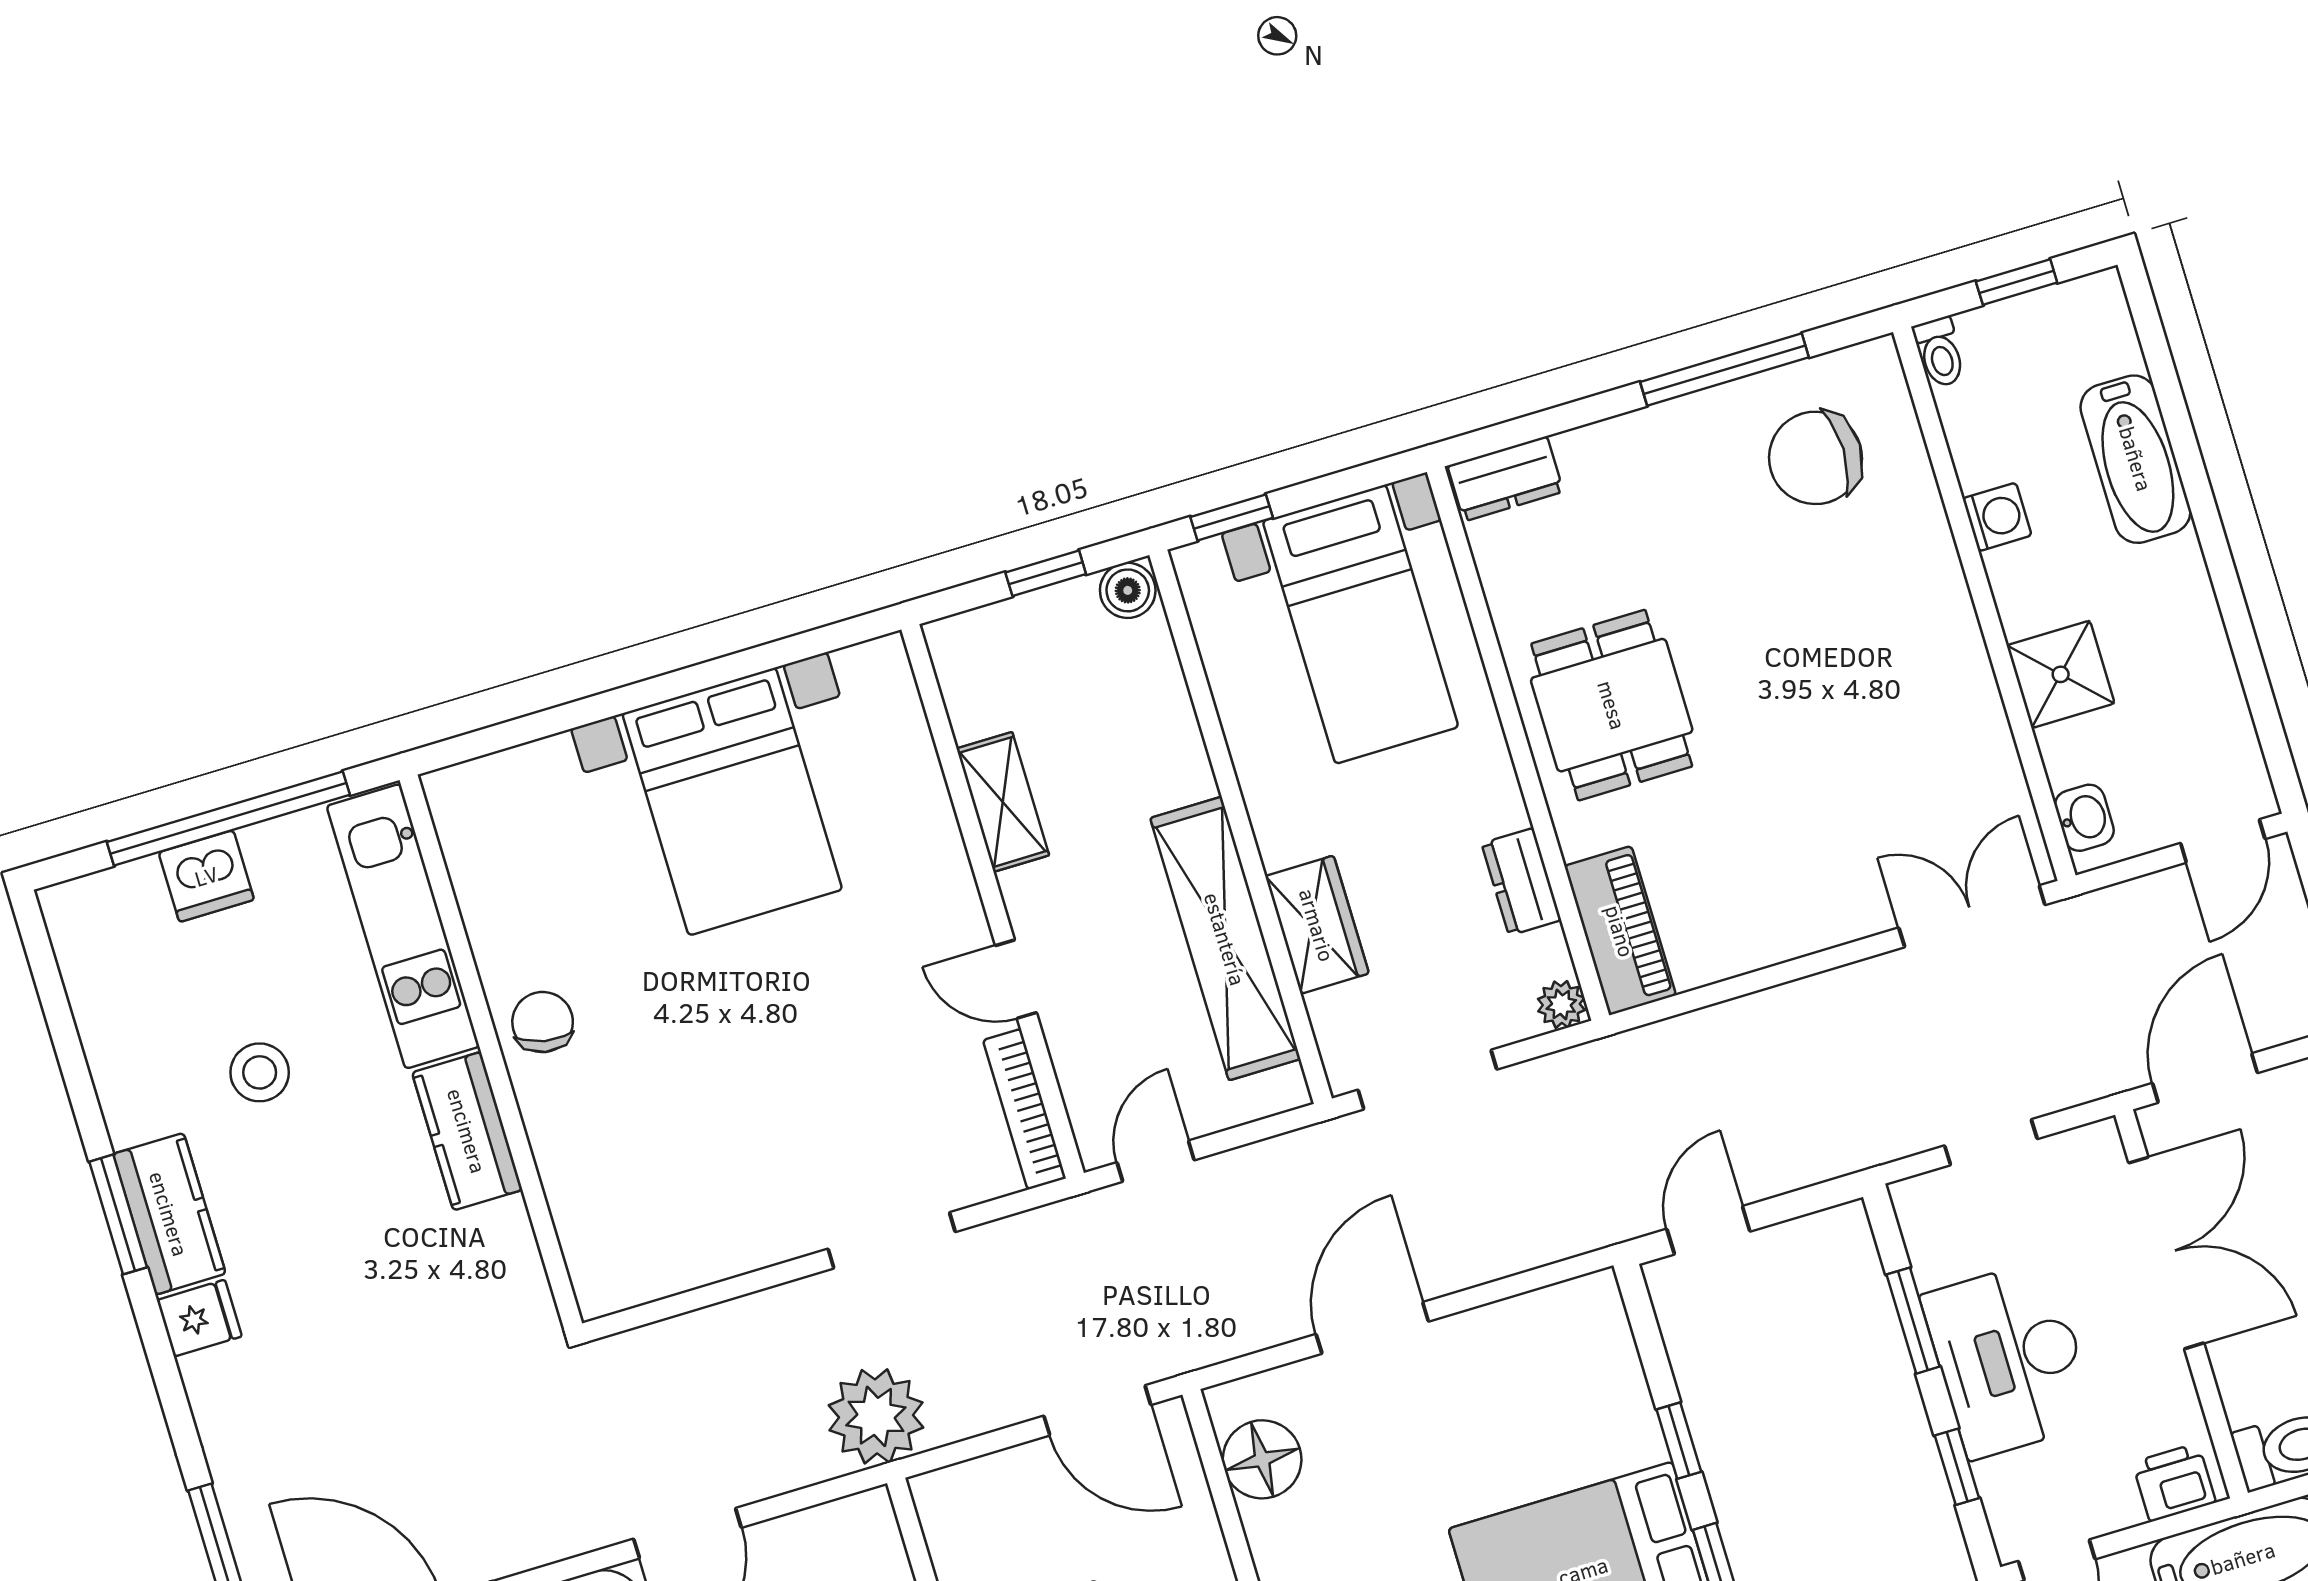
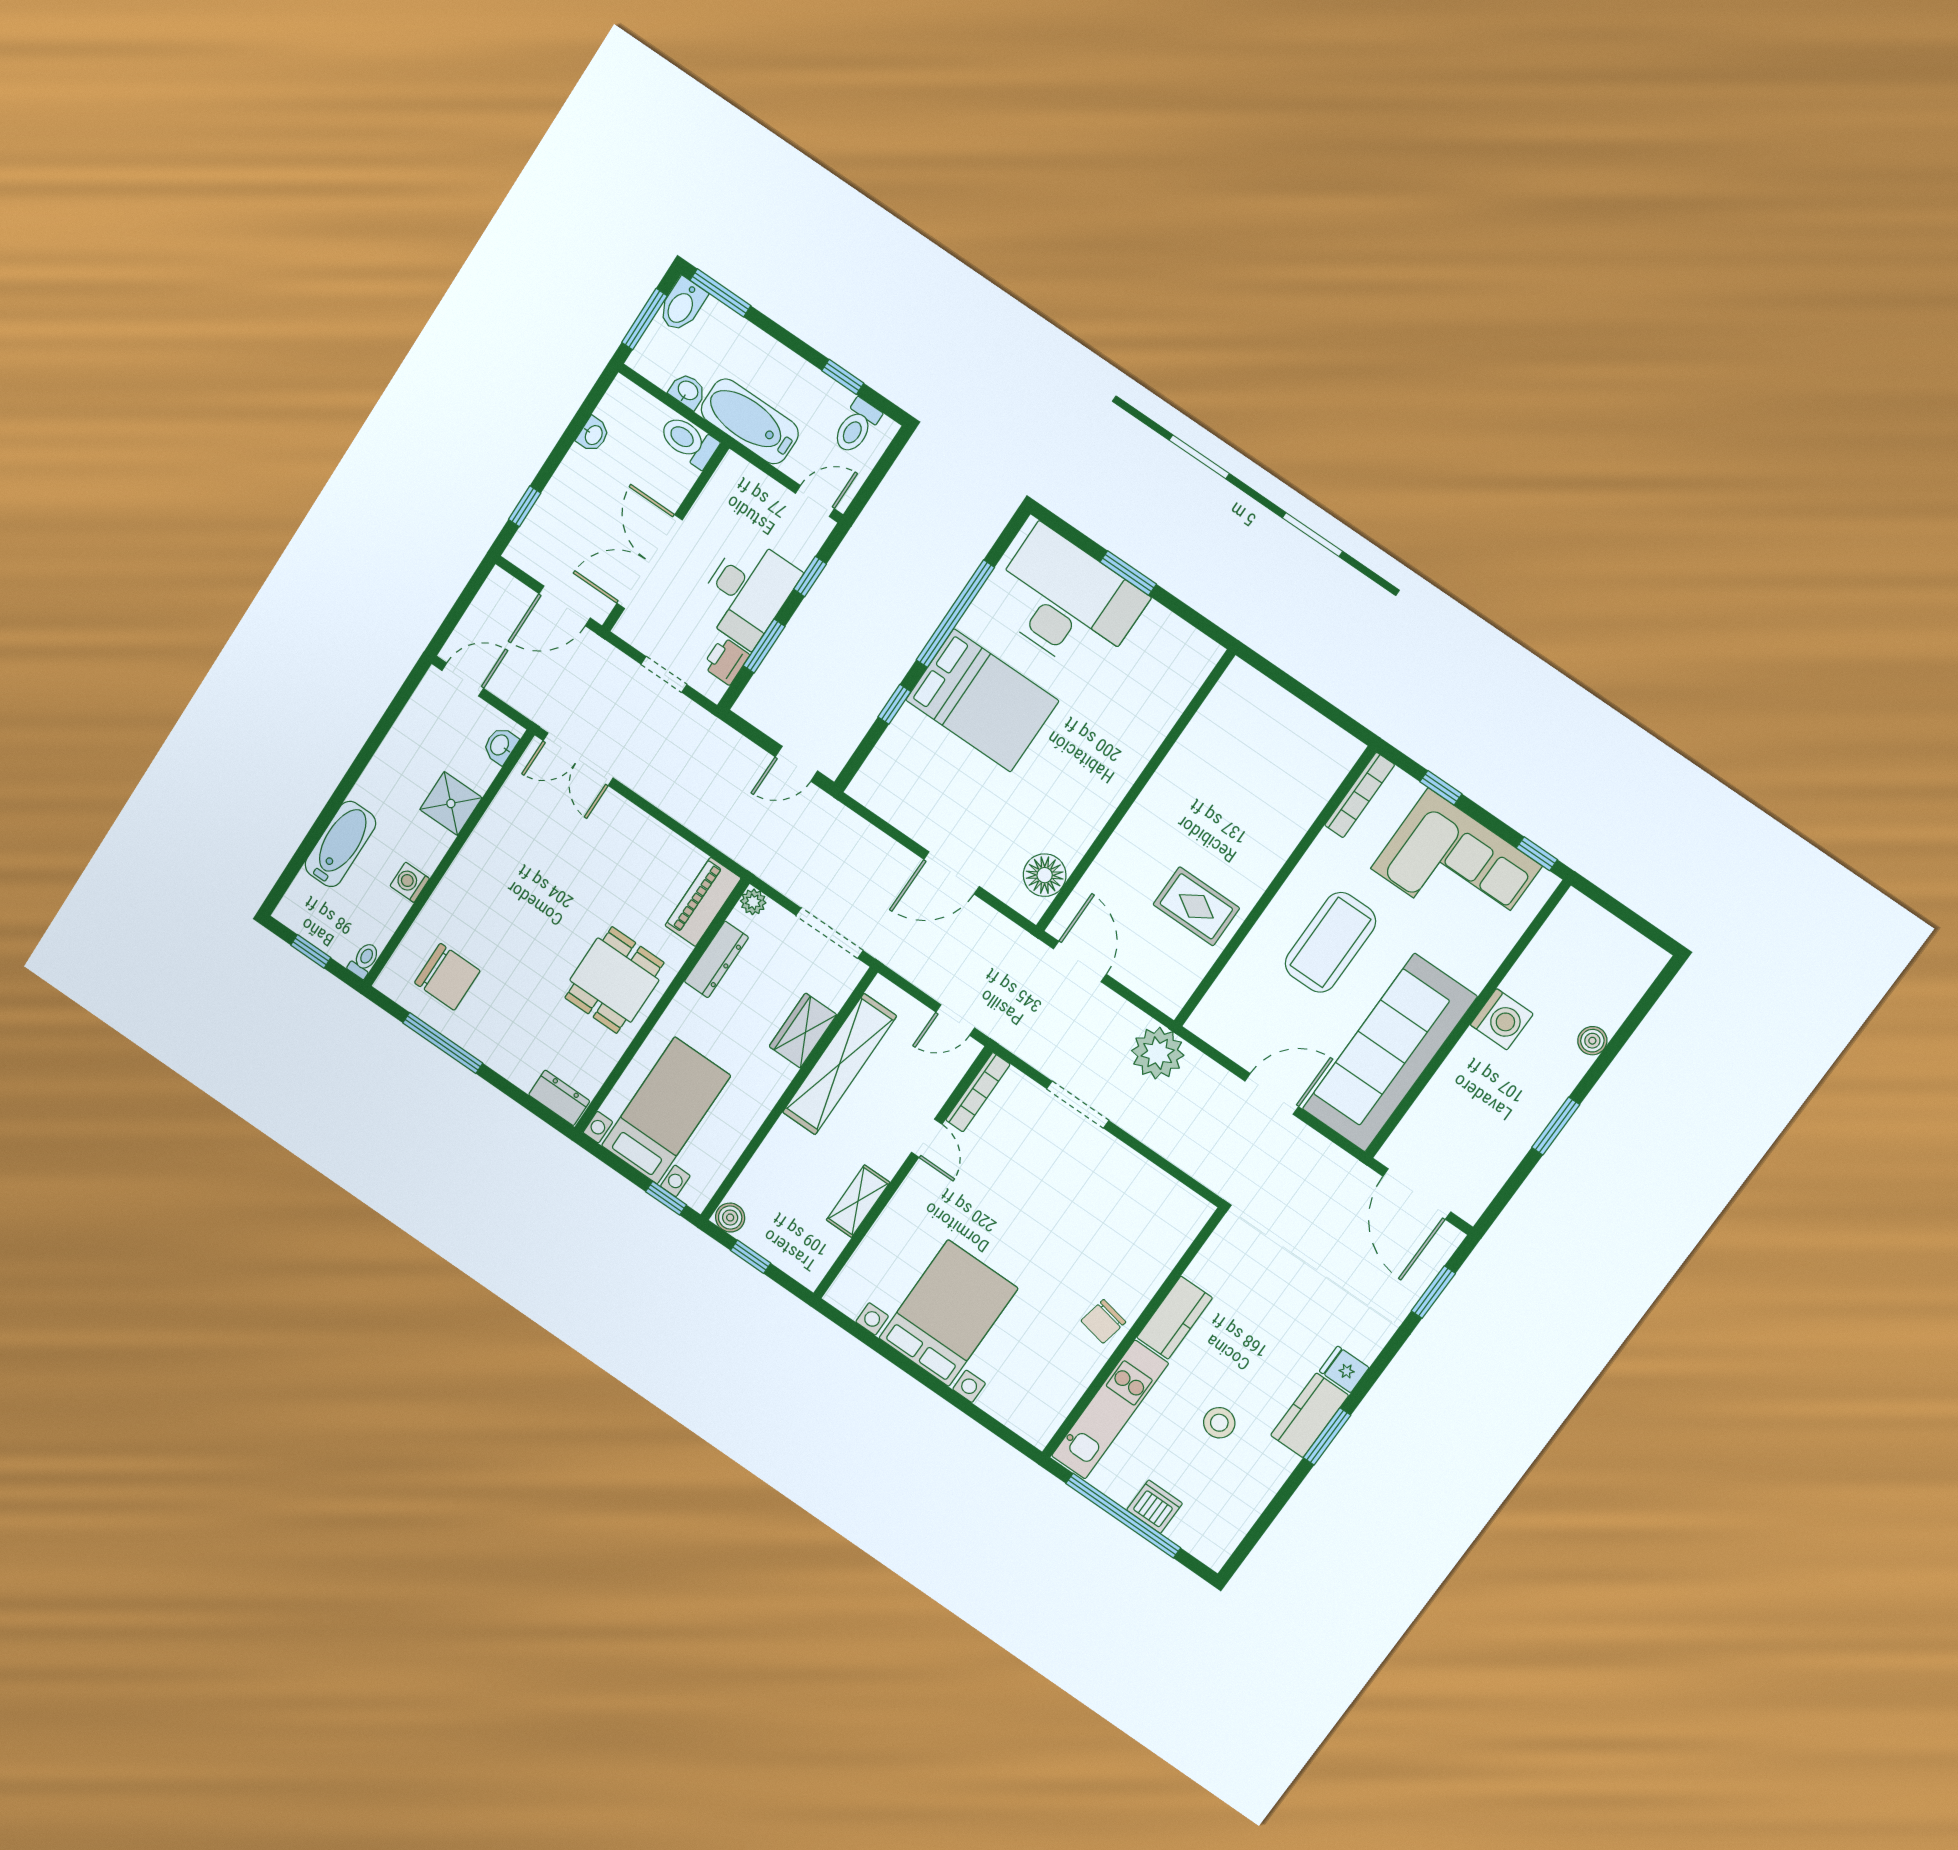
dresser: (1521, 882) -> (716, 959), width x1.44
printer: (2174, 1482) -> (726, 661), moved, turned 90

